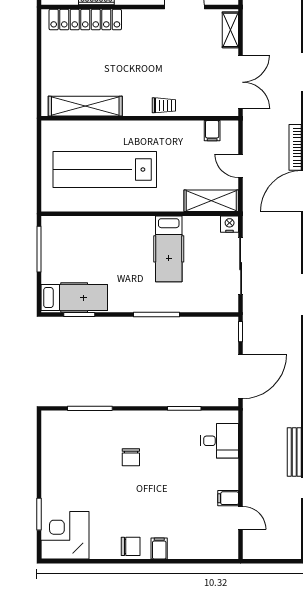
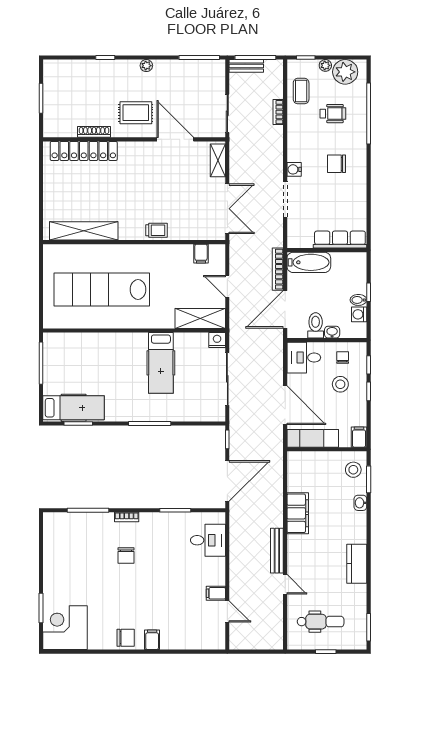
bookcase: (132, 416) -> (127, 517), added

